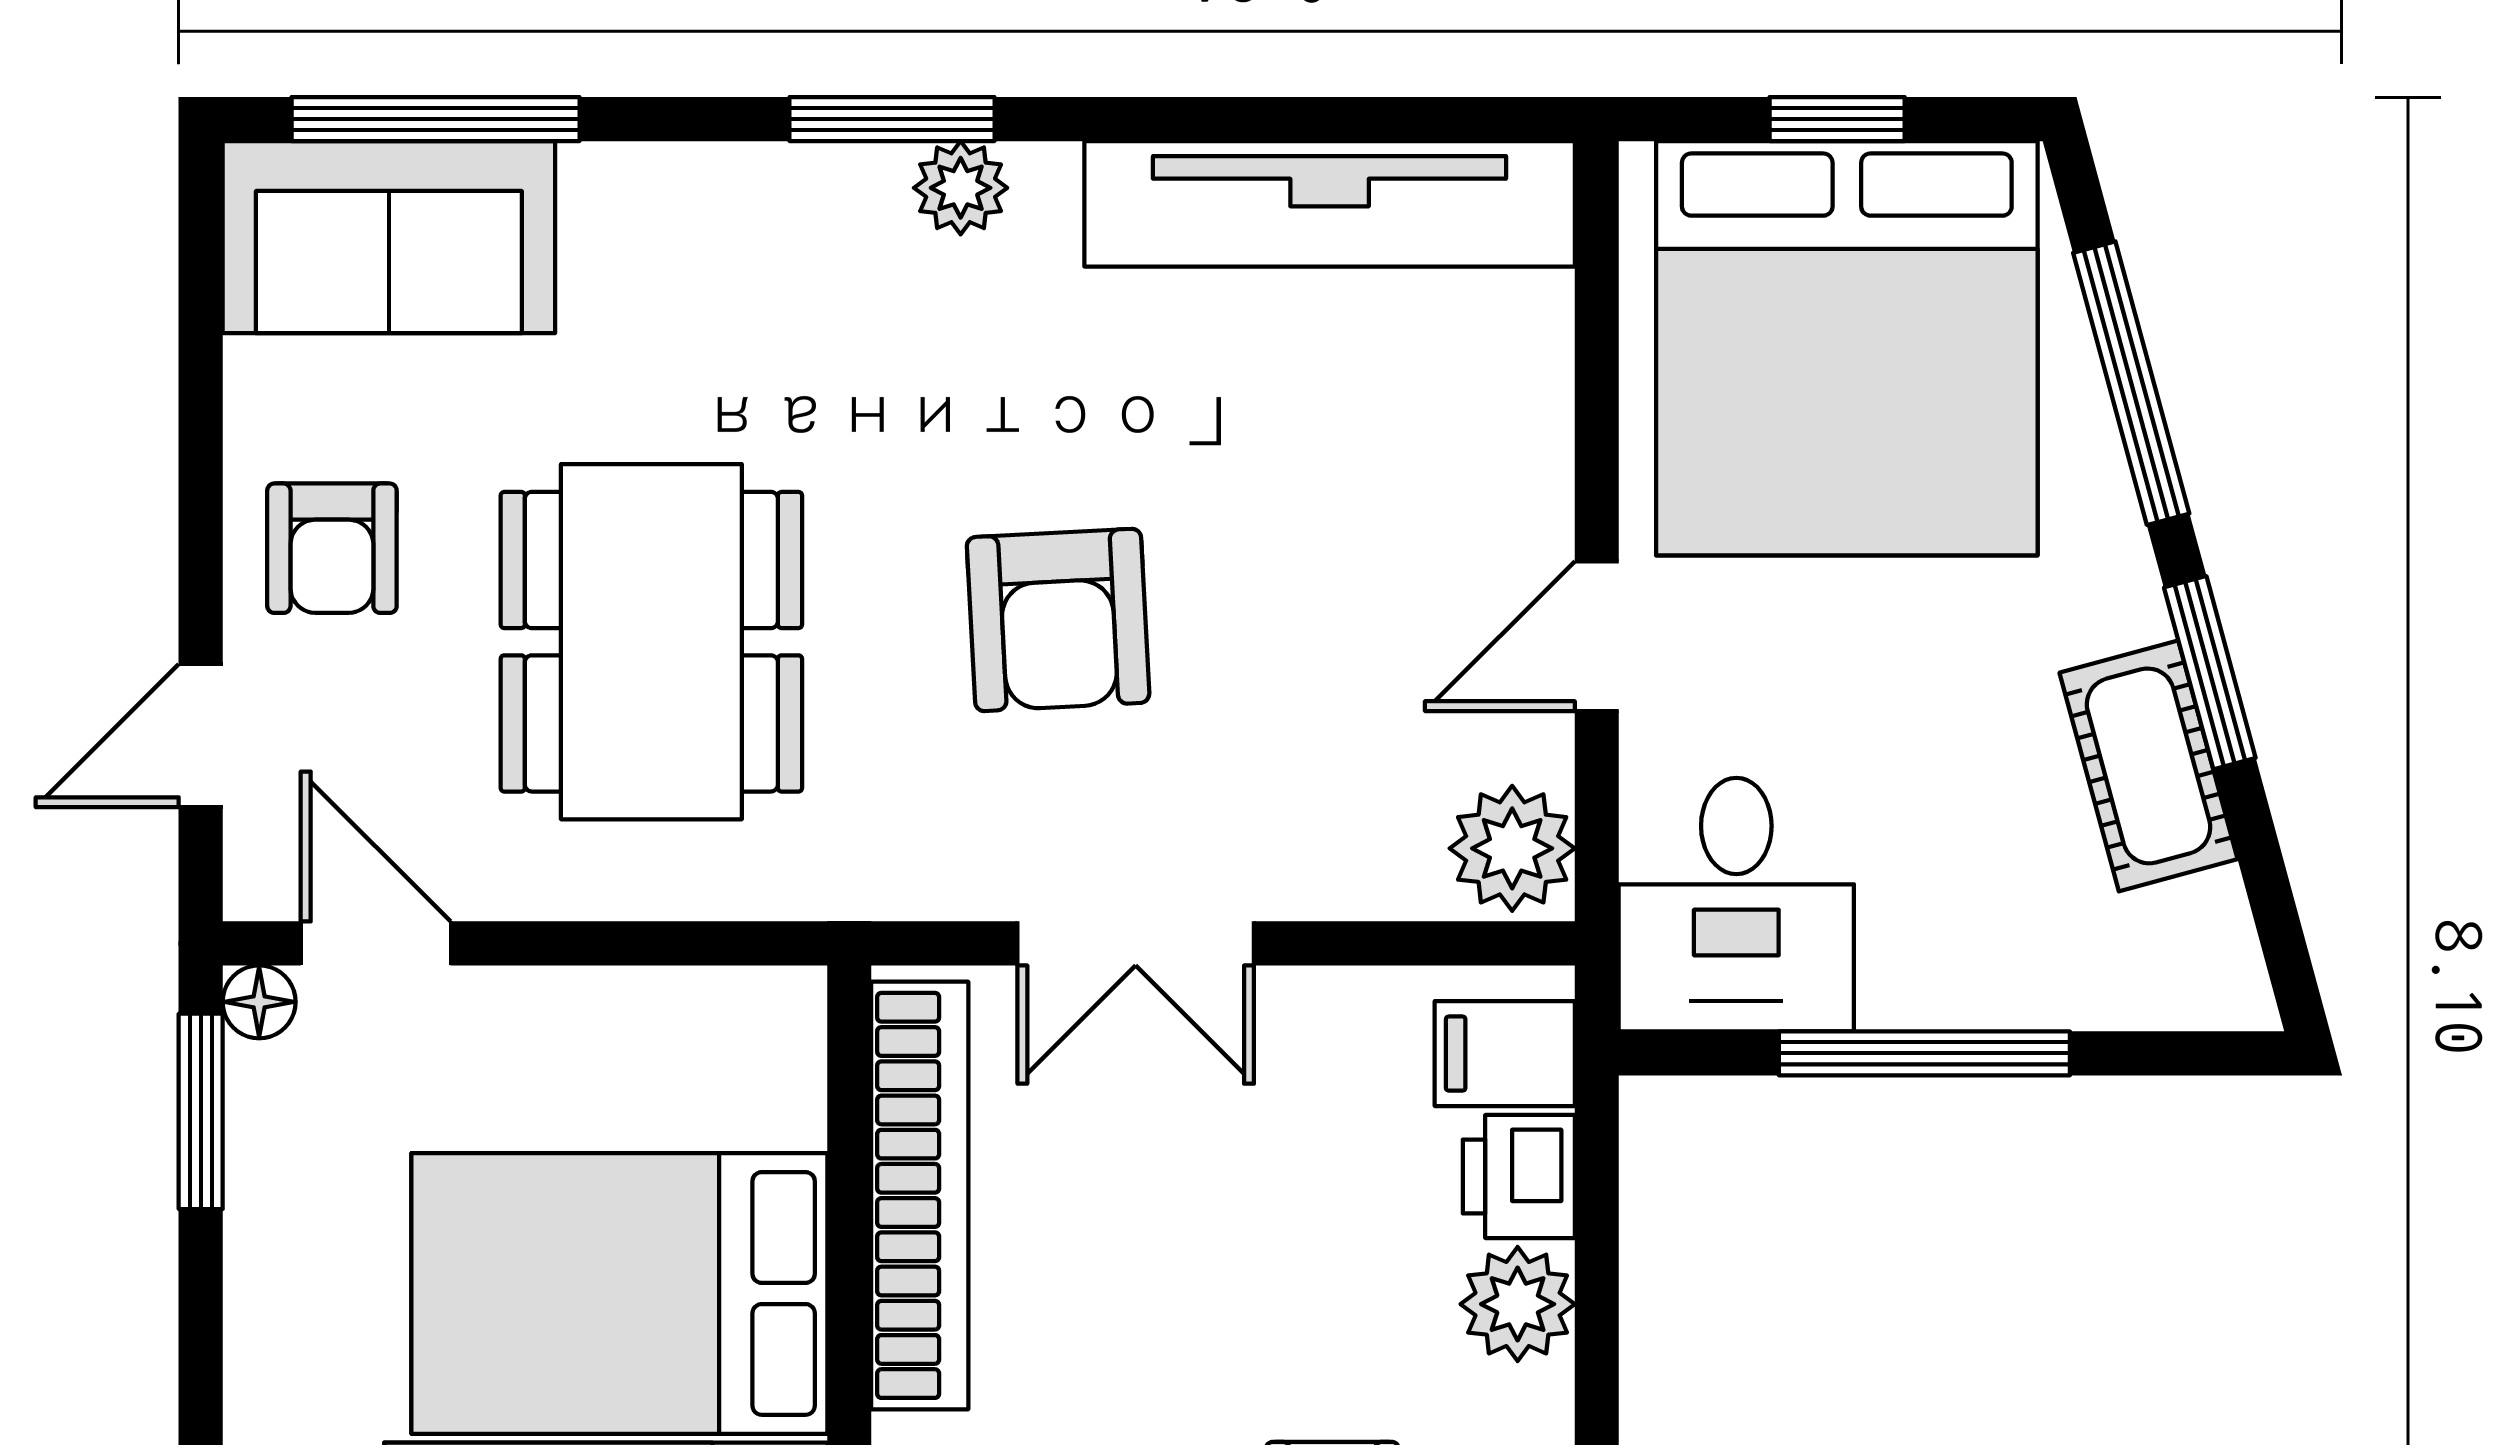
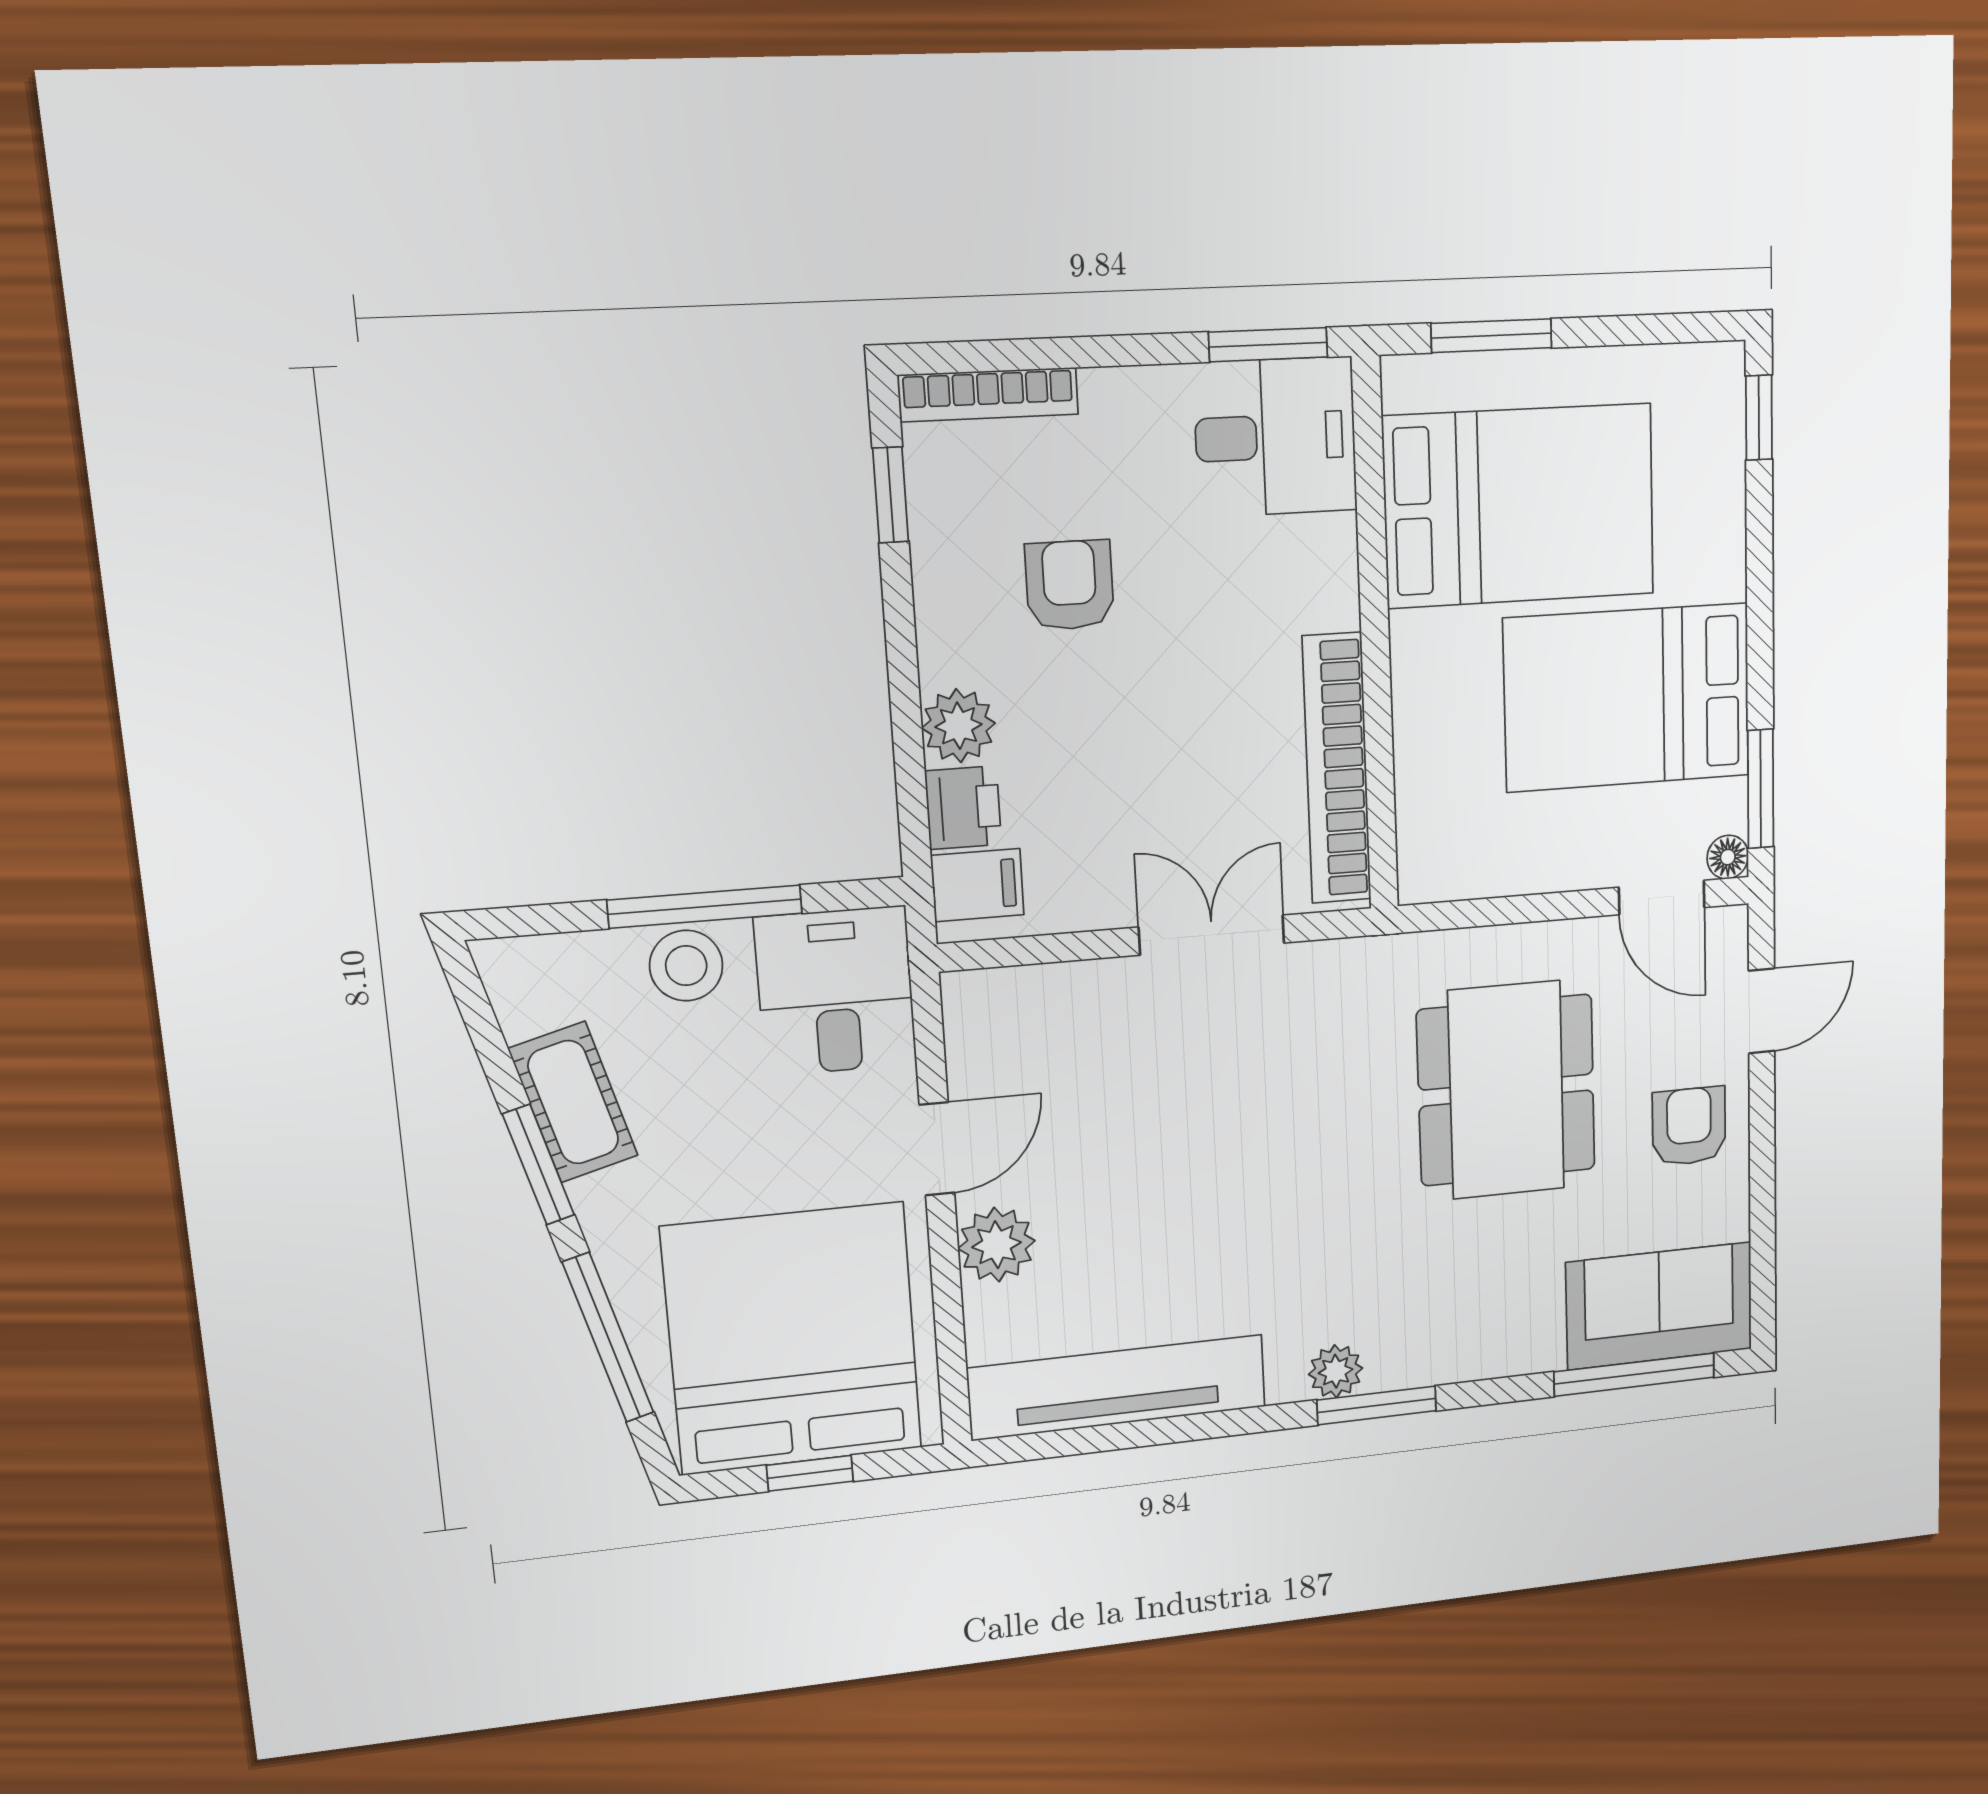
armchair: (1058, 620) -> (1268, 1126), removed
plant: (1512, 848) -> (997, 1245), moved
stool: (1960, 964) -> (686, 966), added
bed: (619, 1293) -> (1627, 697), moved, turned 180

